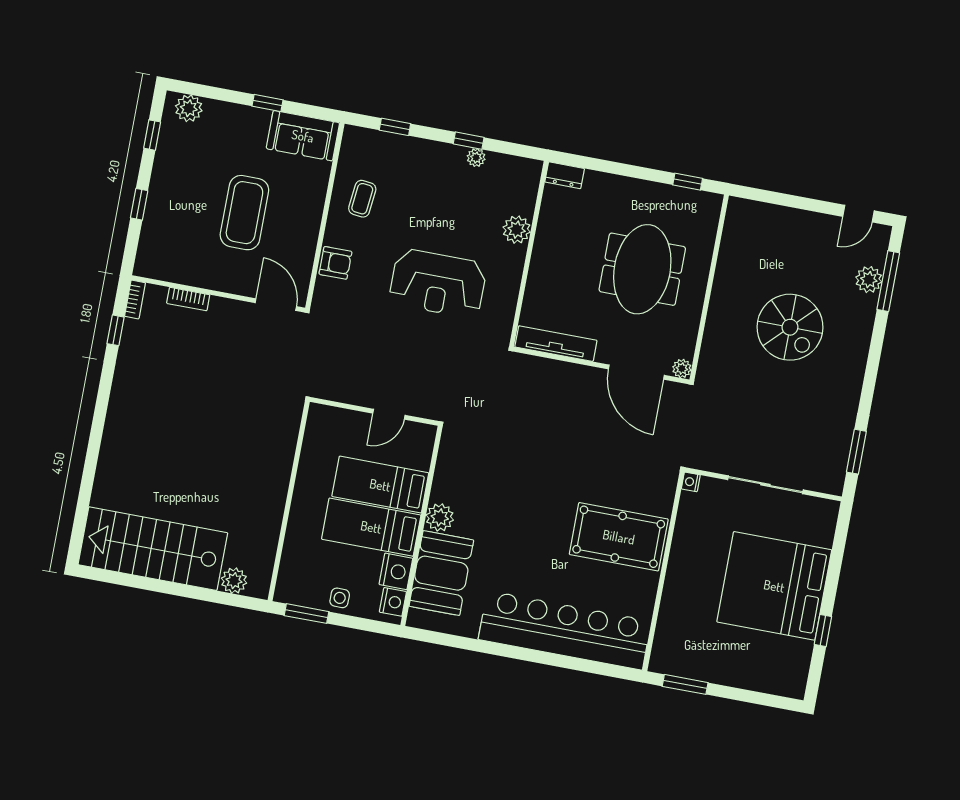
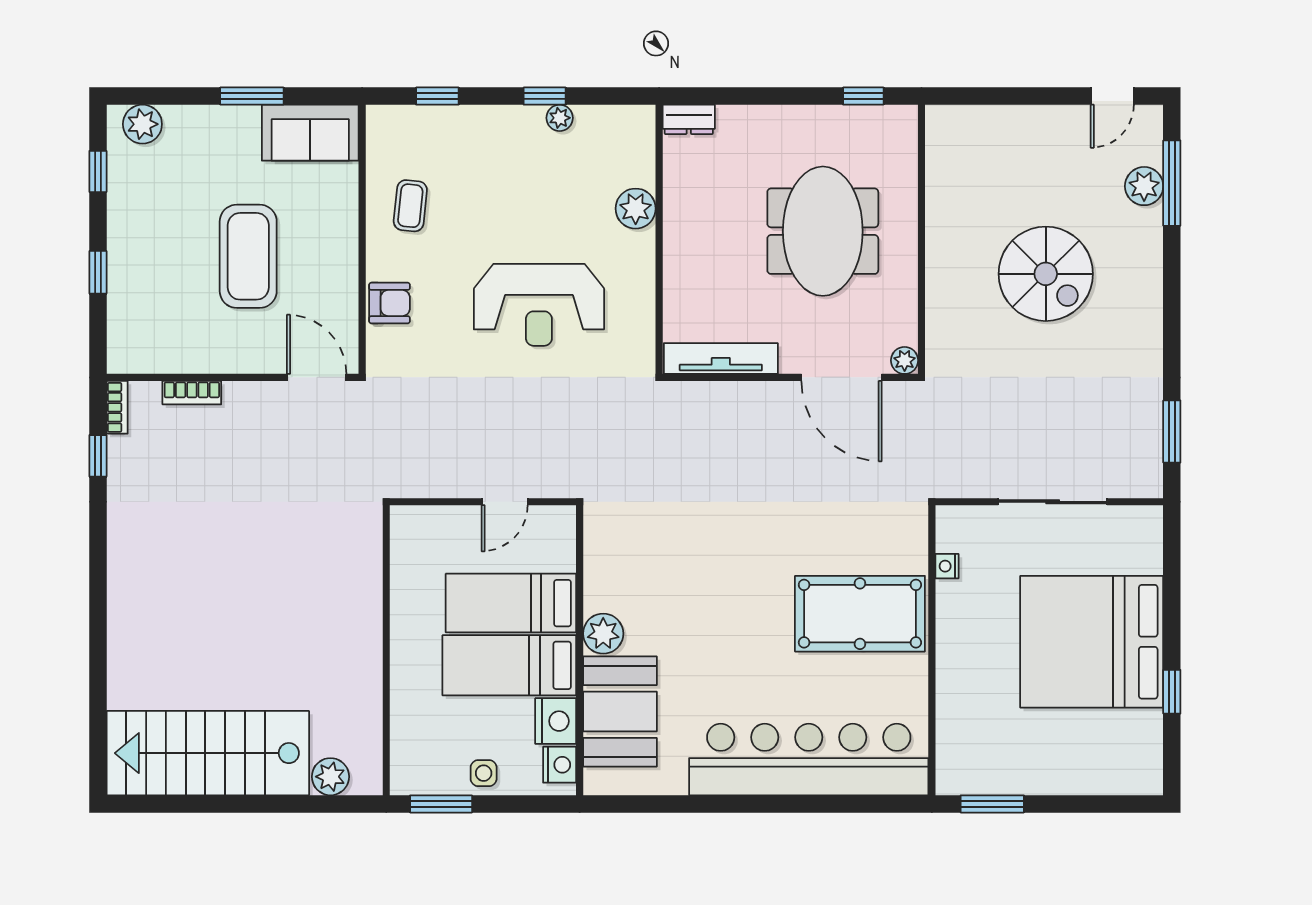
window: (268, 103) -> (252, 96), width x1.50
nightstand: (691, 482) -> (947, 566), moved

